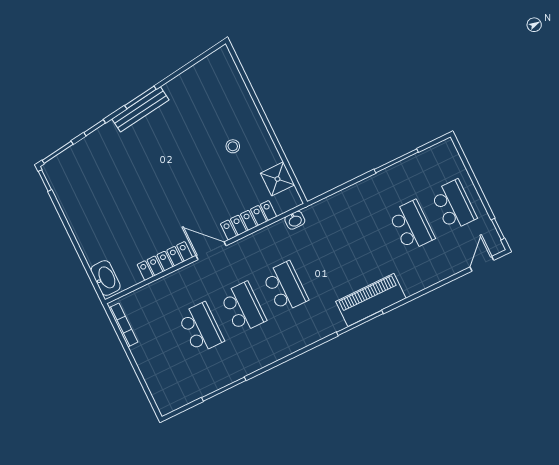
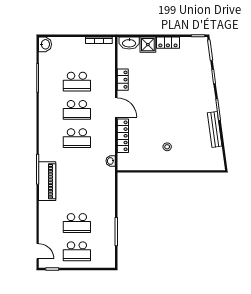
bench: (140, 109) -> (215, 129), moved
shower: (278, 179) -> (148, 45), moved
locker: (77, 221) -> (168, 43), added
door: (211, 251) -> (116, 107), hinge flipped
locker: (165, 261) -> (123, 80), width x0.66
washbasin: (168, 402) -> (45, 44), added

